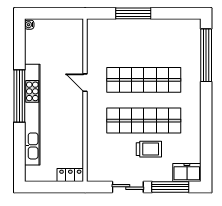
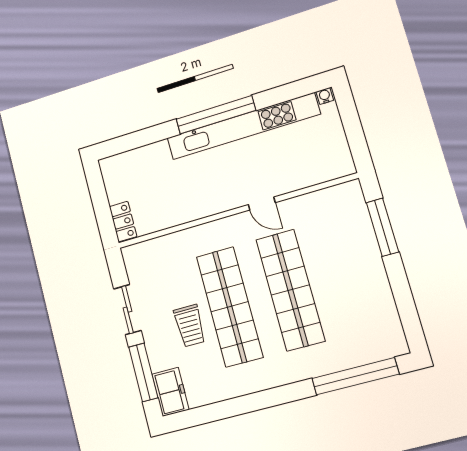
window: (133, 13) -> (382, 227), moved
door: (85, 83) -> (262, 204), swing flipped
kitchen unit: (32, 115) -> (243, 126), moved

